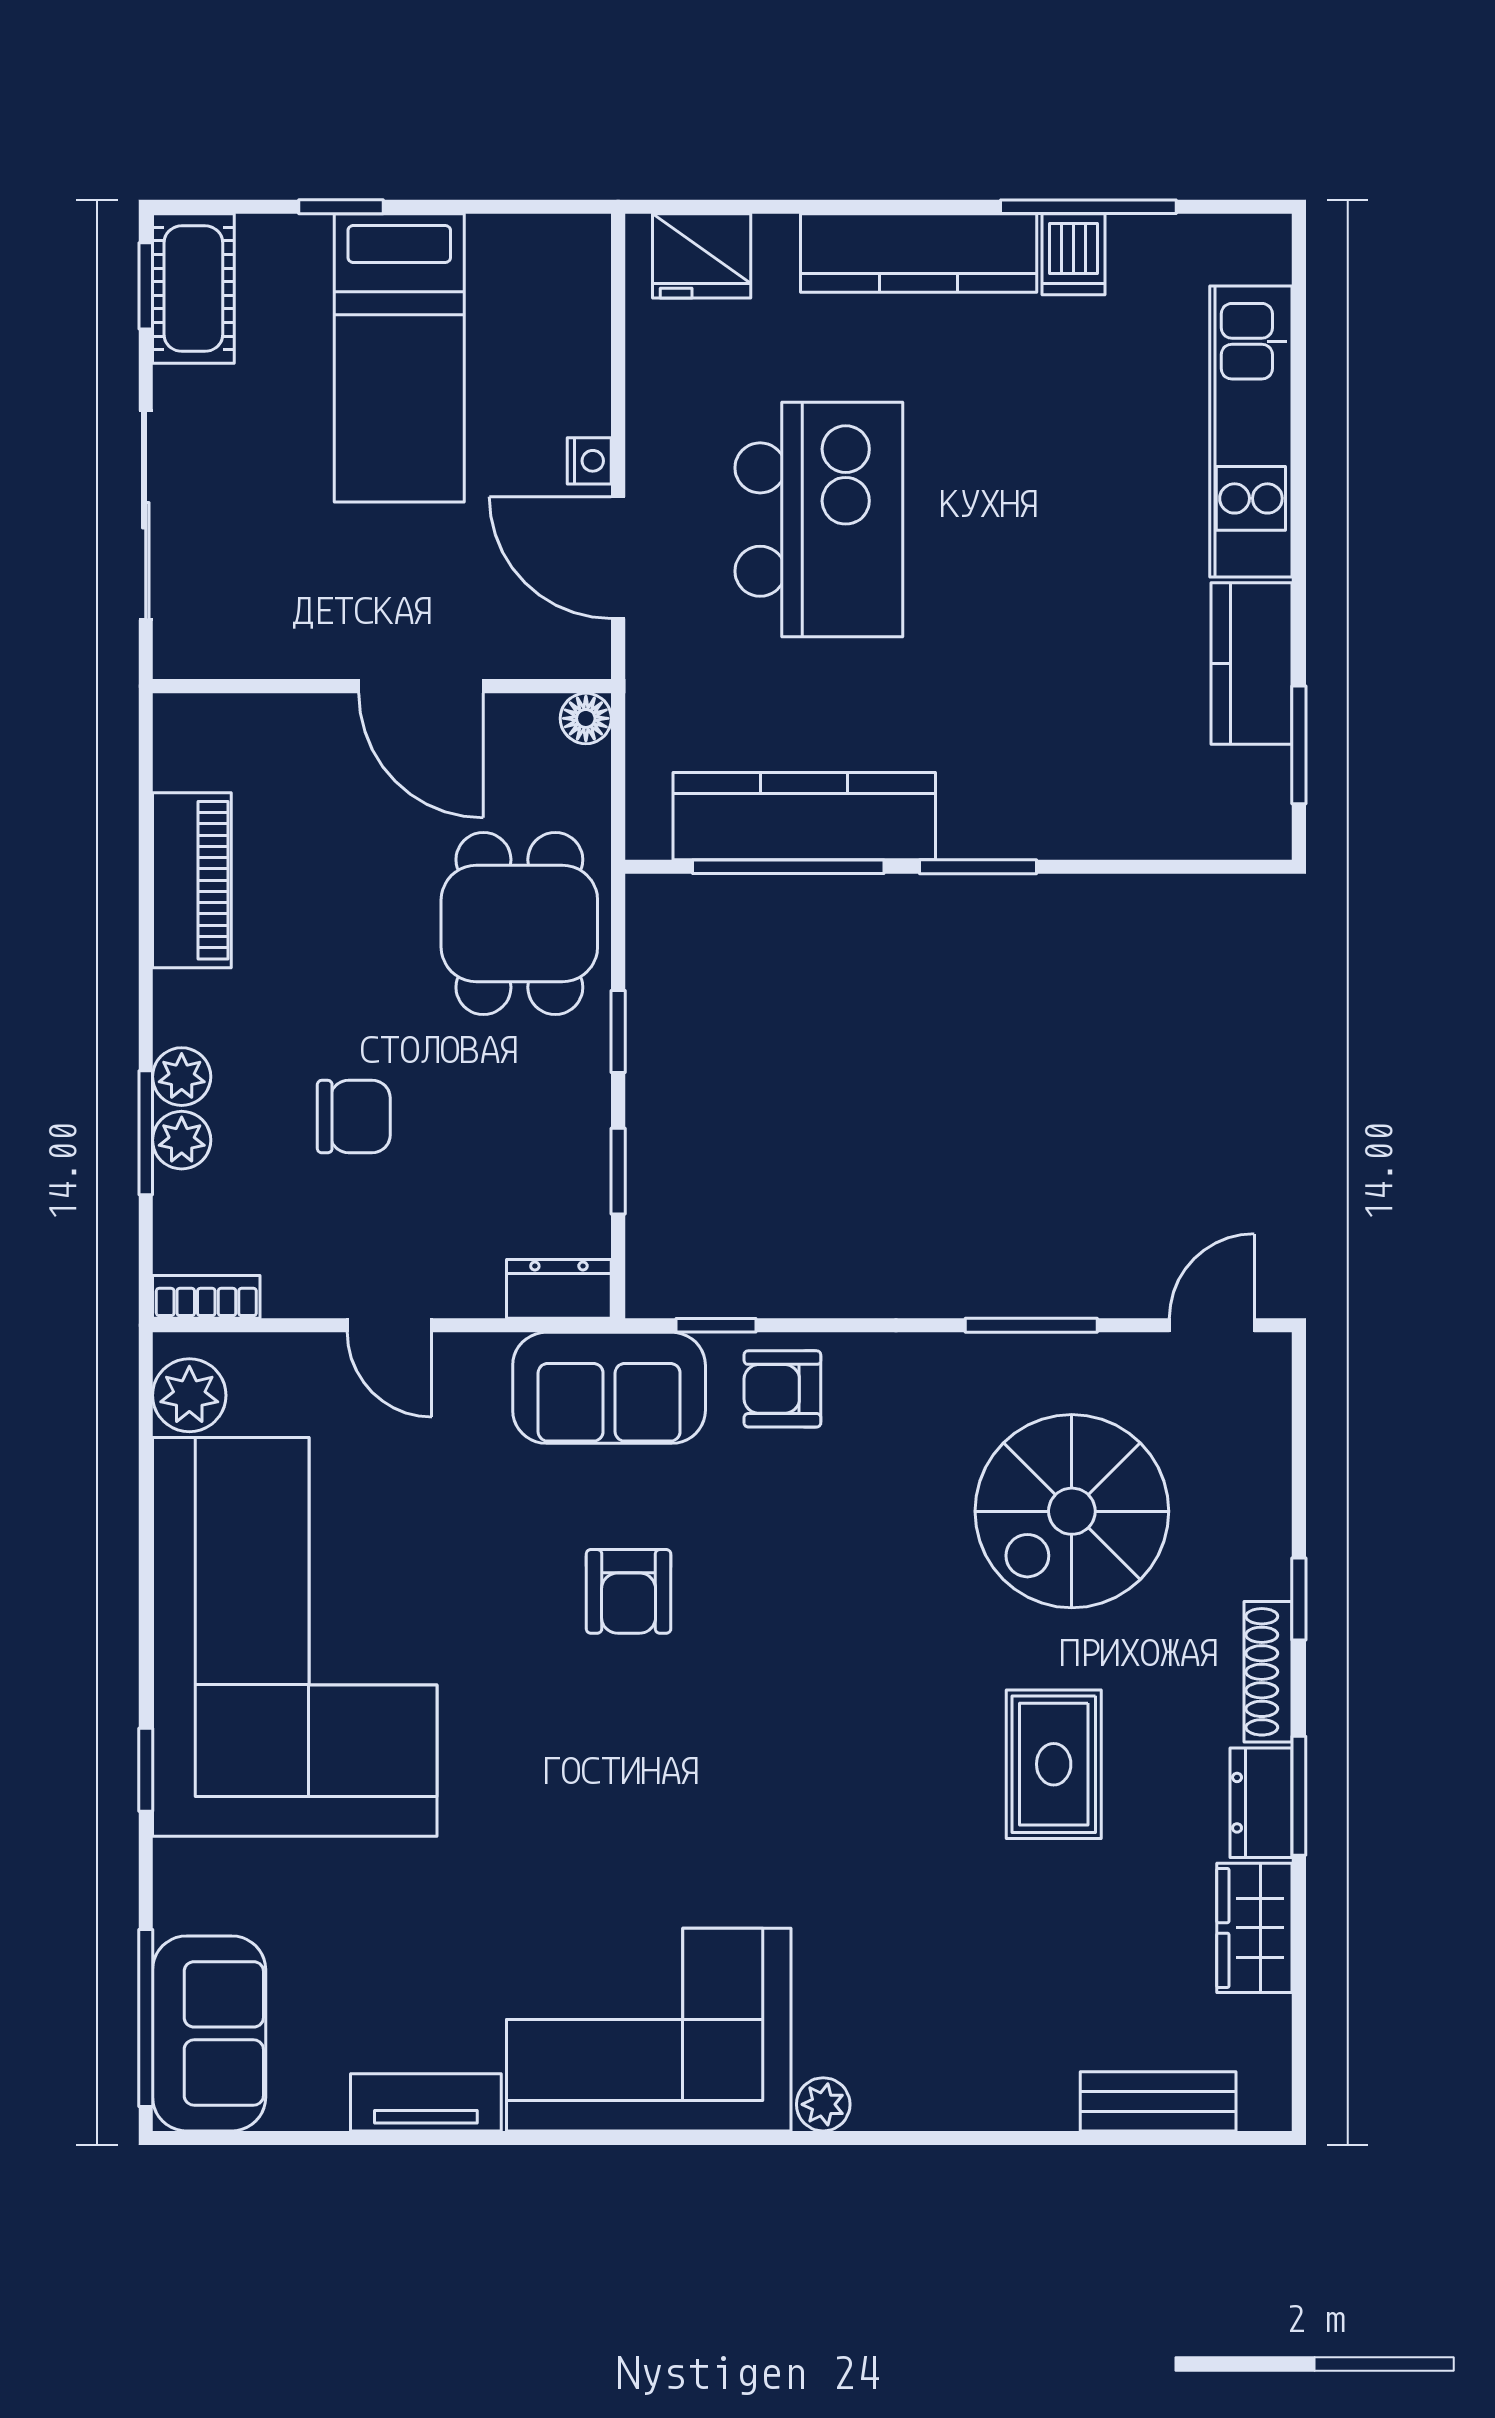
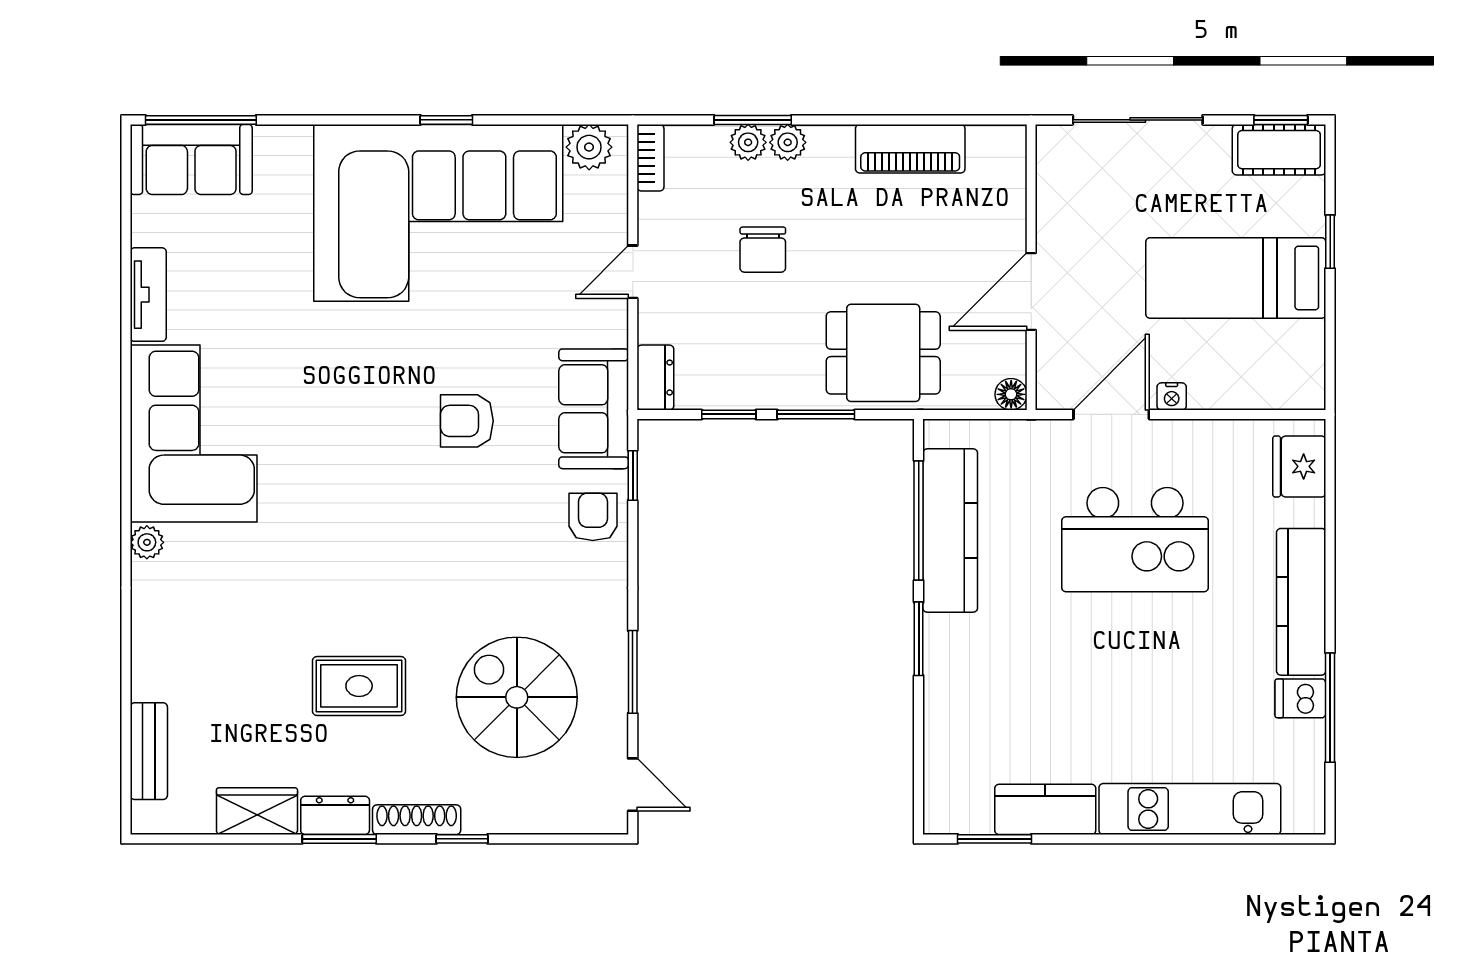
window: (618, 1031) -> (816, 414), width x1.50
window: (146, 1770) -> (446, 120), moved

